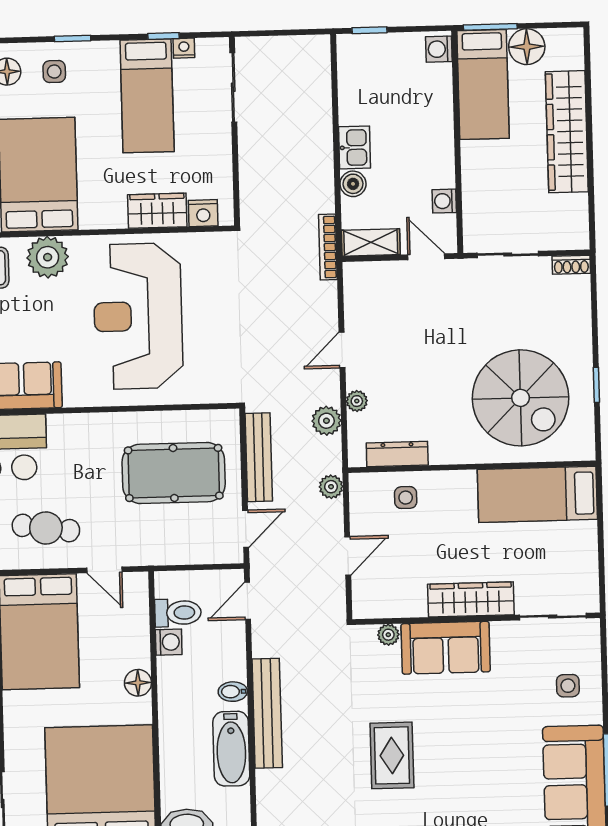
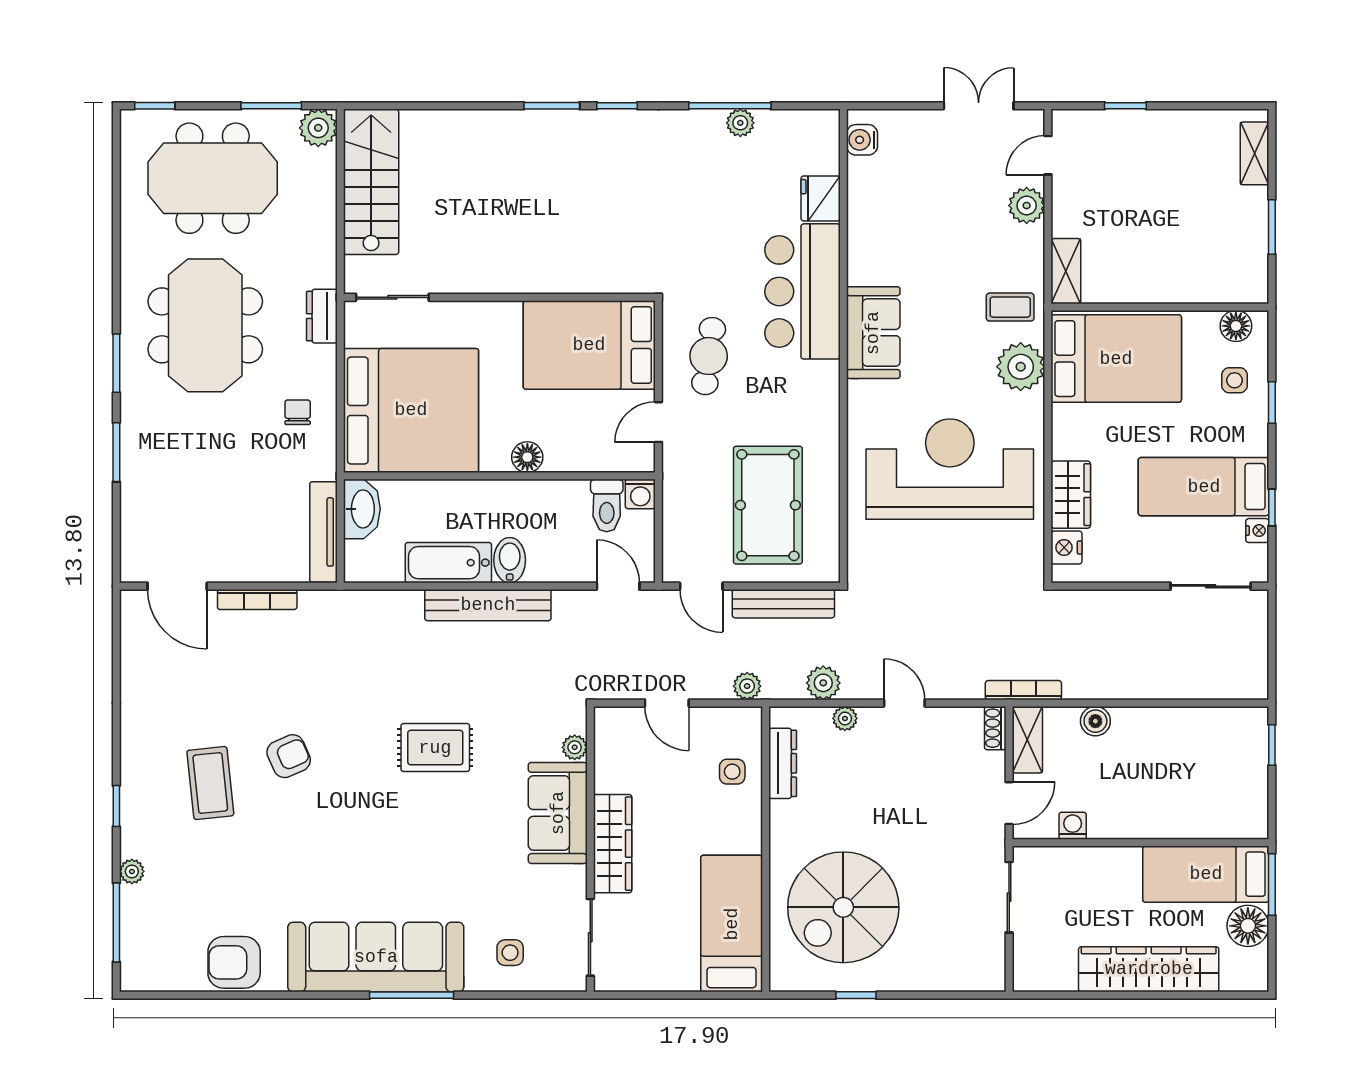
washing machine: (439, 49) -> (1248, 824), removed
kitchen sink: (354, 147) -> (1137, 724), removed
shoe rack: (571, 265) -> (995, 728), moved
washing machine: (169, 642) -> (640, 494), moved
bidet: (233, 692) -> (510, 560), width x1.38, depth x1.36

